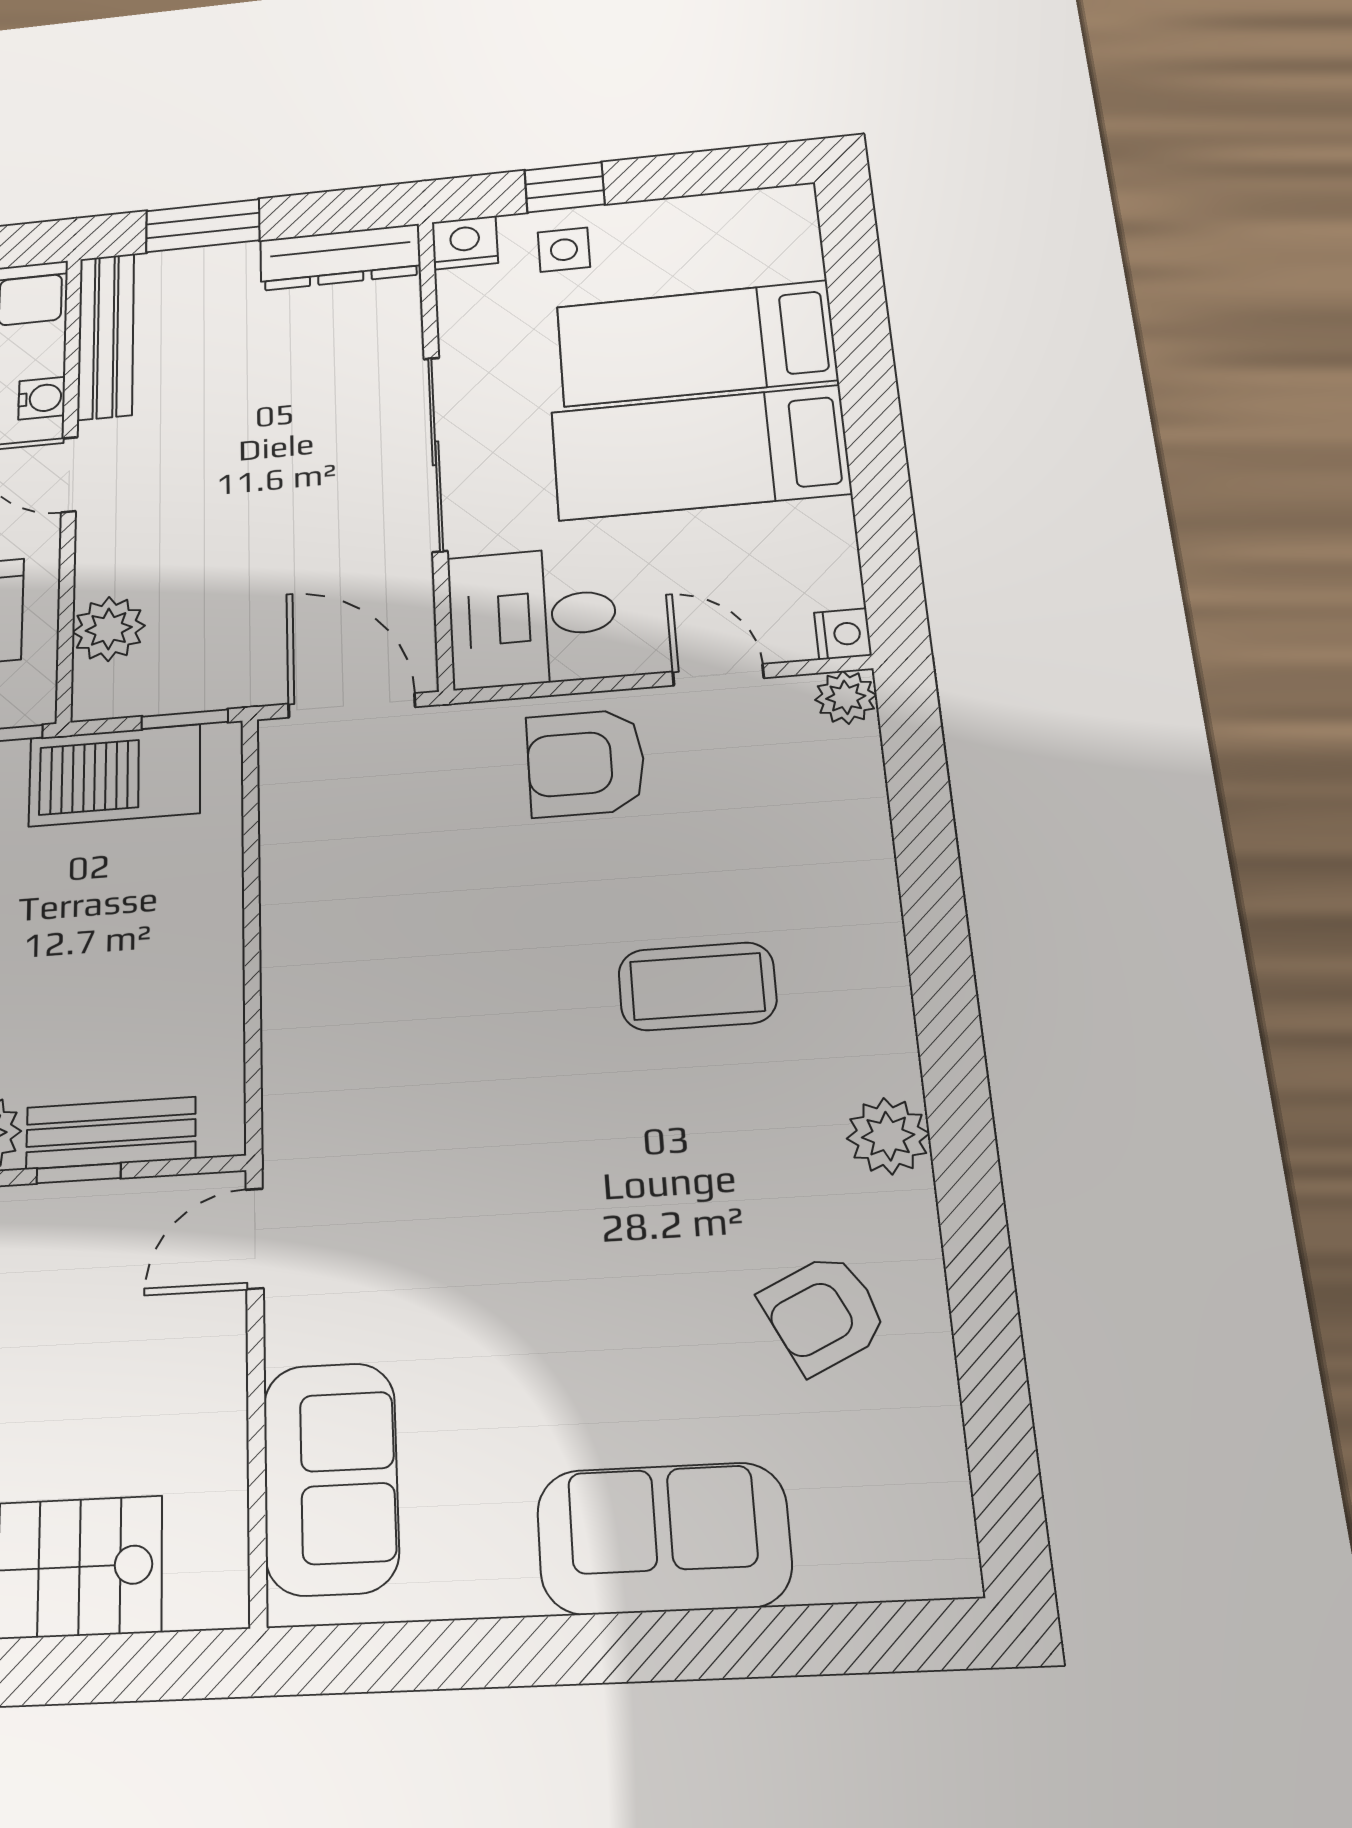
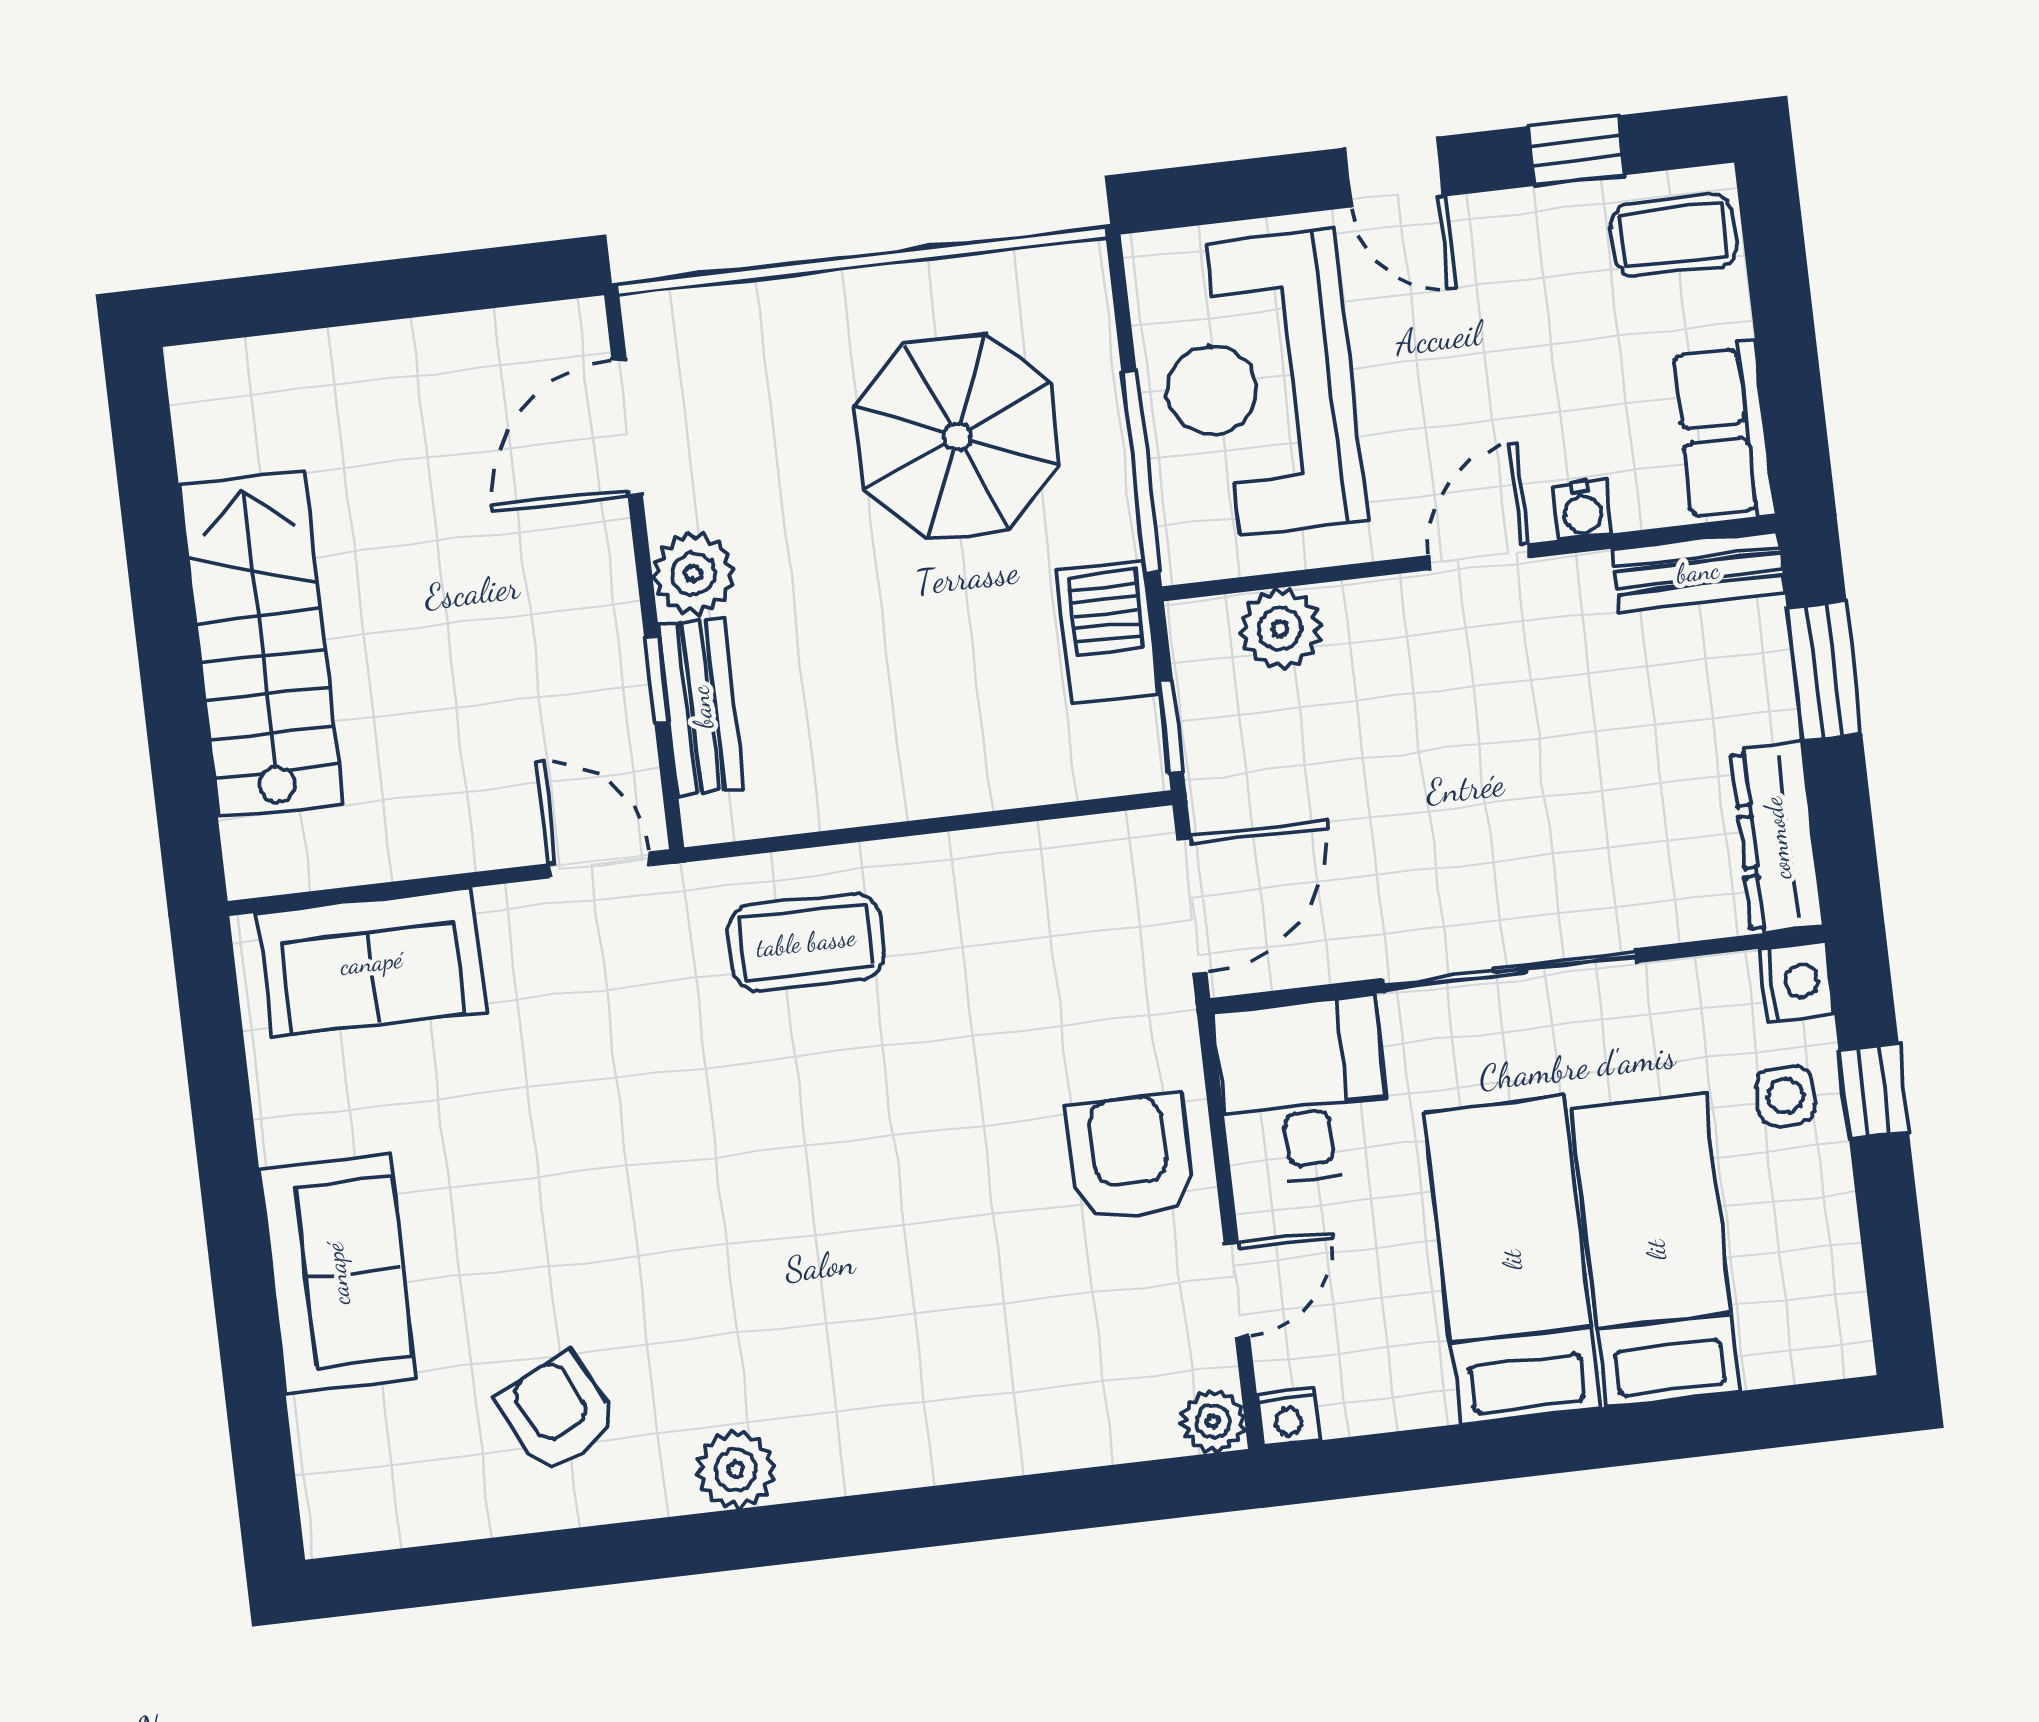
bench: (106, 336) -> (1698, 571), width x0.73
barbecue: (115, 775) -> (1108, 633), width x0.73, depth x0.83
coffee table: (697, 986) -> (806, 942), moved, turned 90

